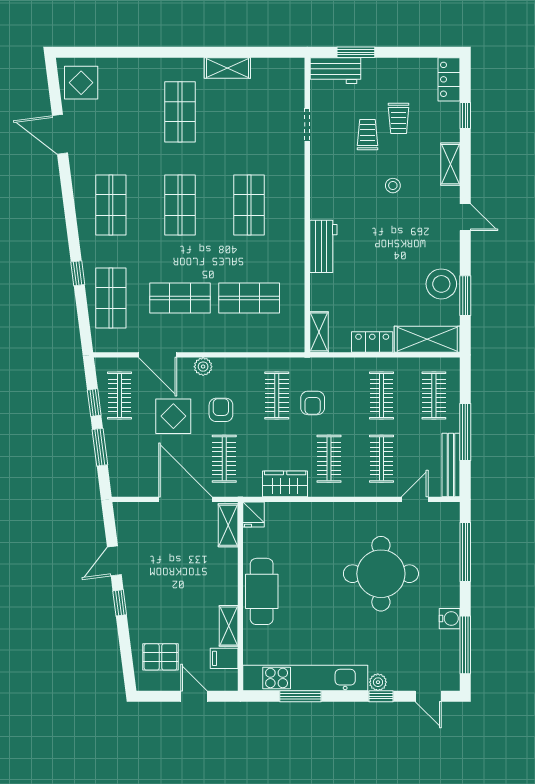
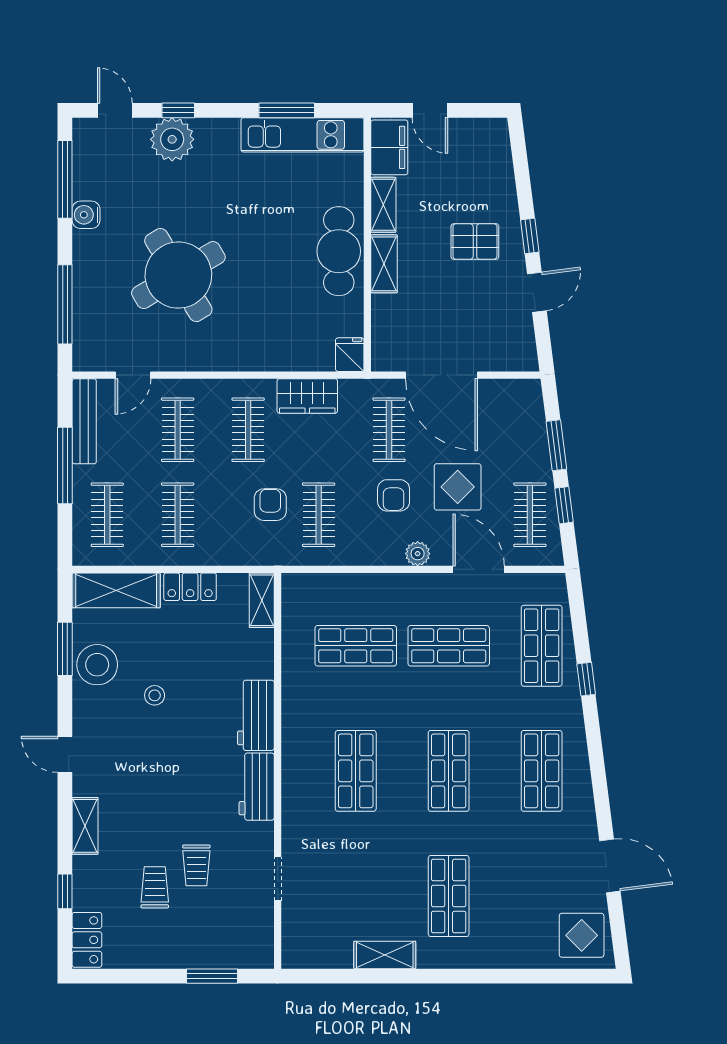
workbench: (335, 71) -> (257, 787), moved, turned -90
stool: (393, 186) -> (155, 695), moved
shelving: (228, 525) -> (384, 264), moved
round table: (381, 574) -> (178, 275), turned -31
pallet: (160, 657) -> (475, 241), moved
filing cabinet: (224, 658) -> (389, 147), width x2.00
kitchen unit: (305, 678) -> (302, 135), width x0.73
plant: (378, 682) -> (172, 139), width x1.88, depth x1.88

